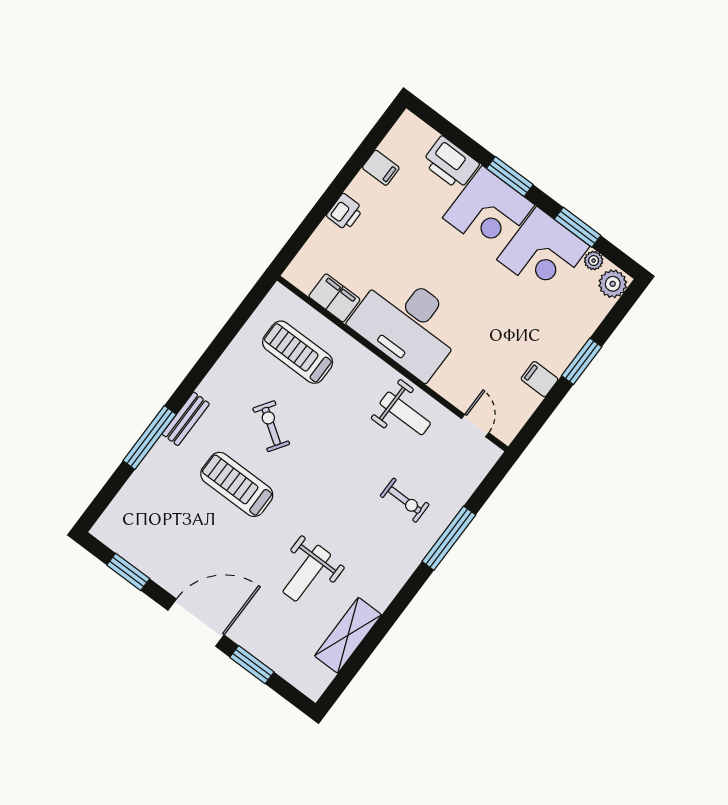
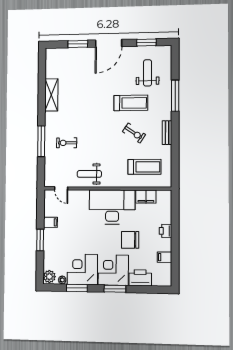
chair: (419, 242) -> (130, 240), added
bench: (186, 419) -> (167, 133), moved
weight bench: (307, 573) -> (148, 73), moved
shelving: (348, 635) -> (51, 95), moved

